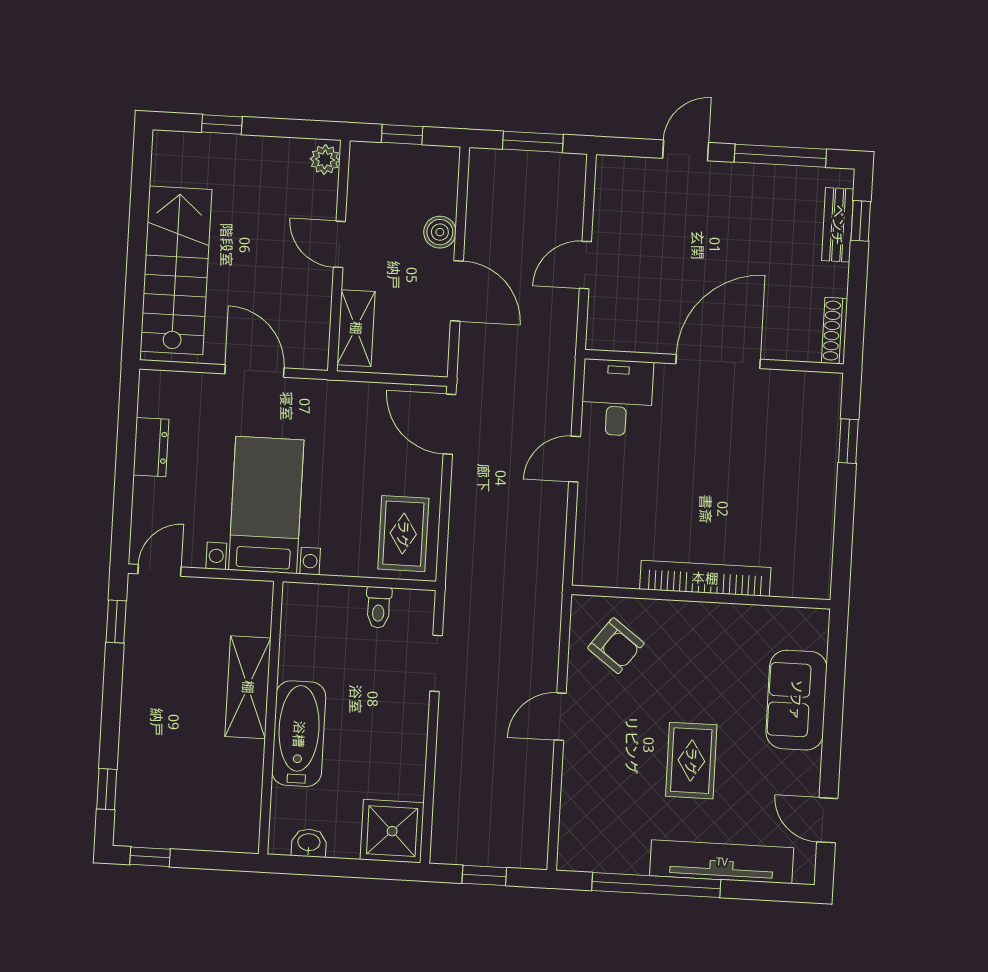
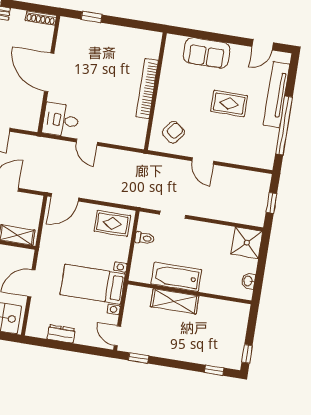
bathtub: (299, 734) -> (176, 277), moved

